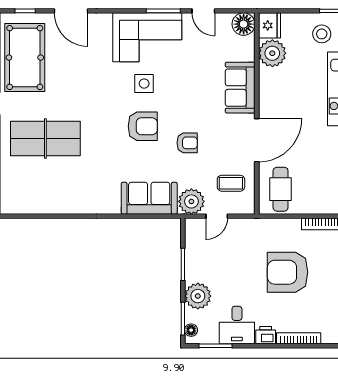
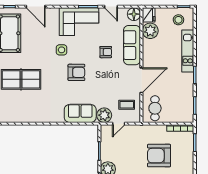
side table: (144, 84) -> (62, 50), moved
sofa: (240, 88) -> (132, 45), width x1.36
armchair: (187, 143) -> (106, 52), moved

